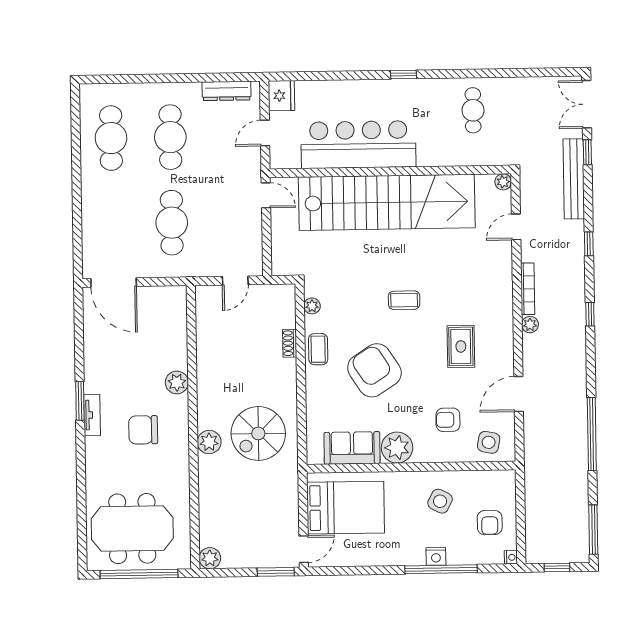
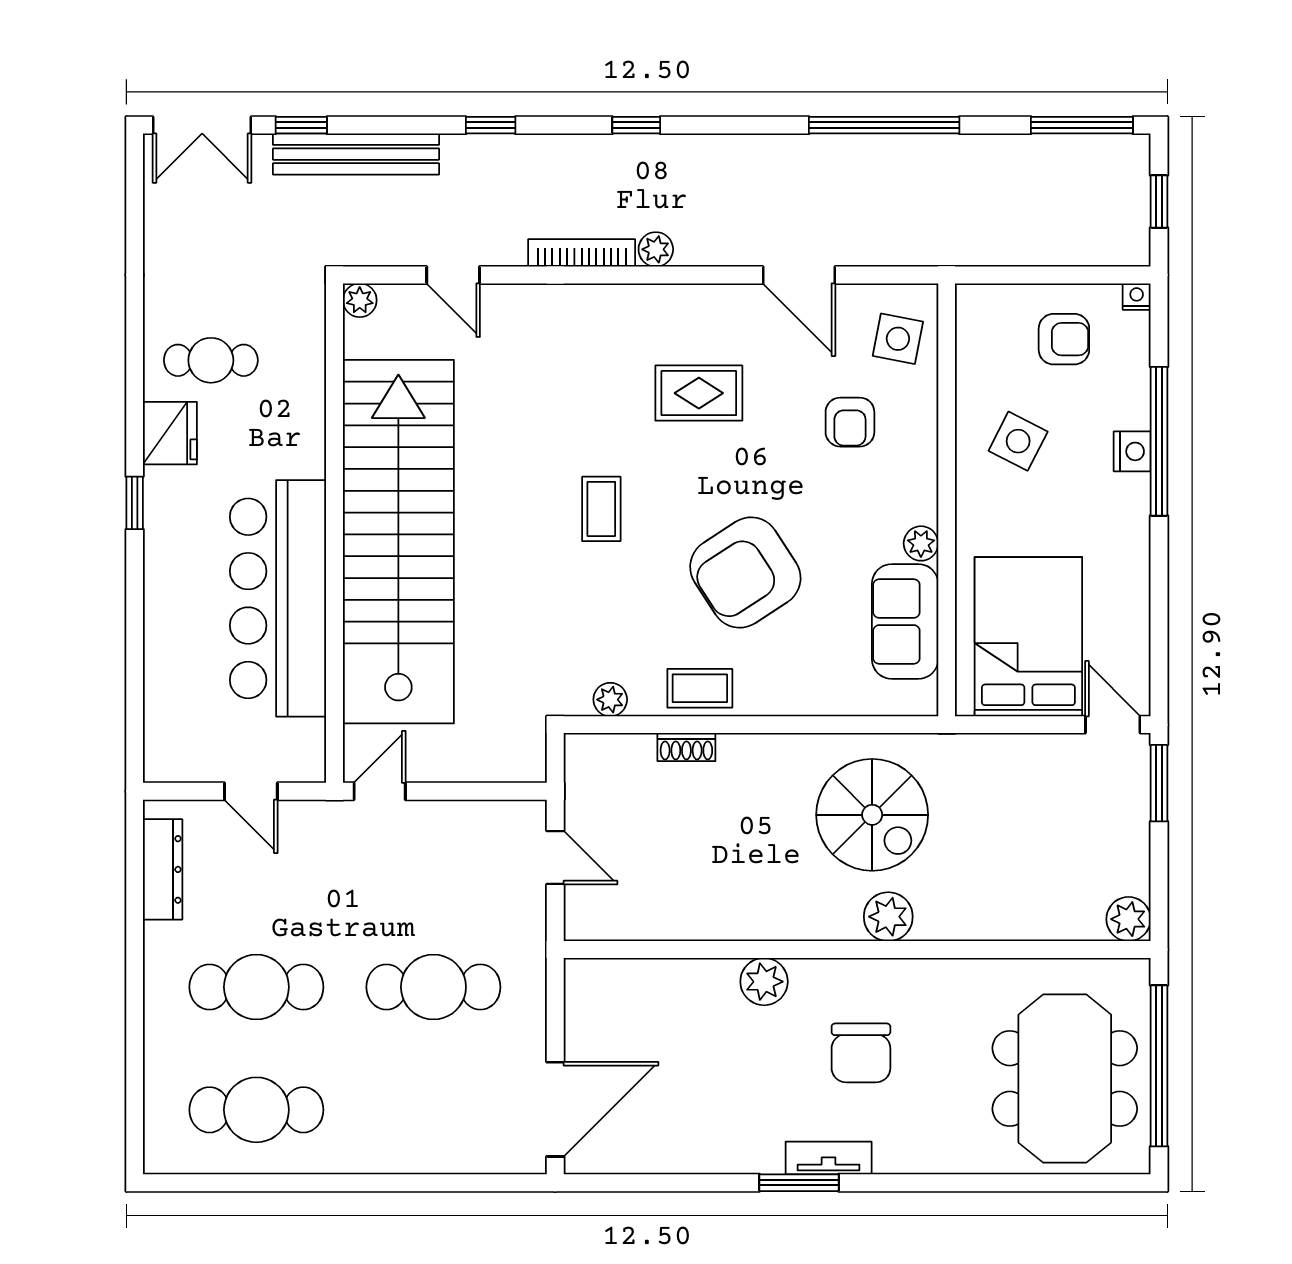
fridge: (281, 96) -> (170, 433), moved, turned 90
plant: (397, 448) -> (921, 543), width x0.53, depth x0.53

